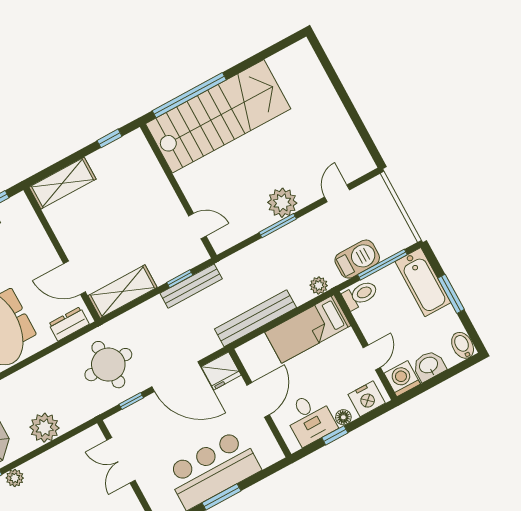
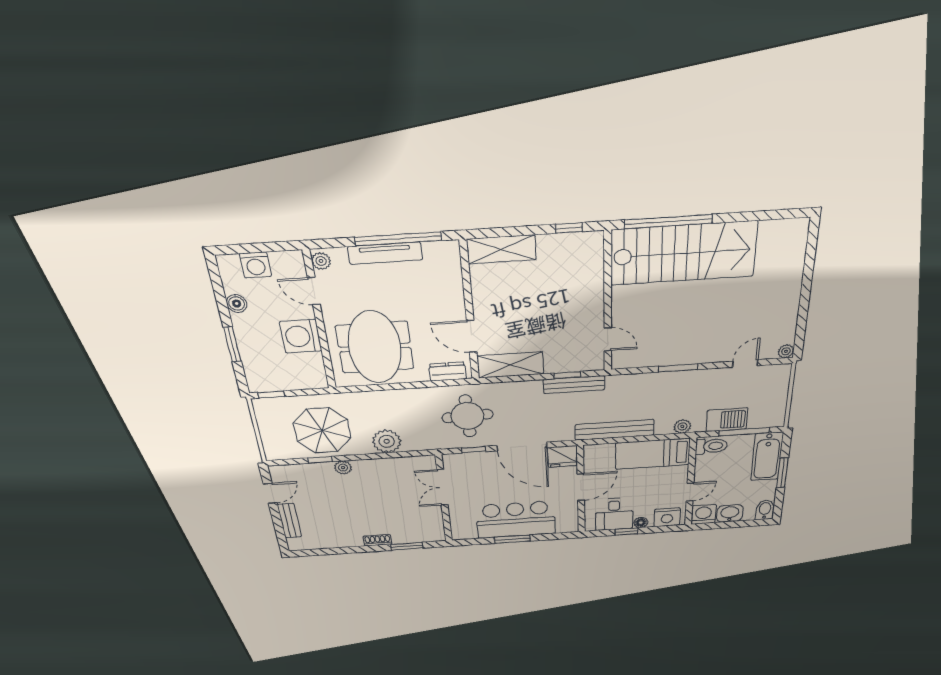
plant: (282, 203) -> (786, 351), moved, width x0.53, depth x0.53

